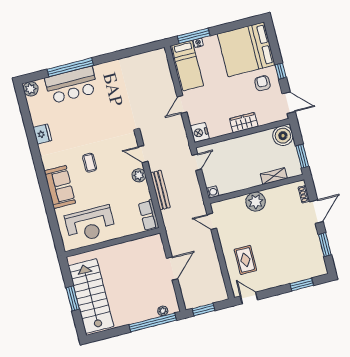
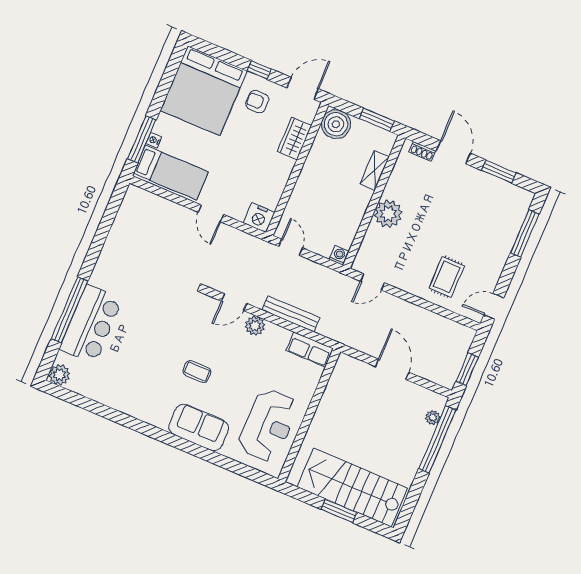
wardrobe: (244, 123) -> (294, 138), moved
fridge: (42, 134) -> (122, 401), removed
rug: (245, 260) -> (447, 277), turned 90
window: (302, 284) -> (525, 233), width x1.44

